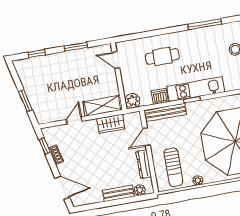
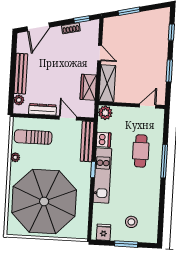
window: (205, 24) -> (164, 161), moved
bench: (118, 193) -> (21, 74), width x1.36

